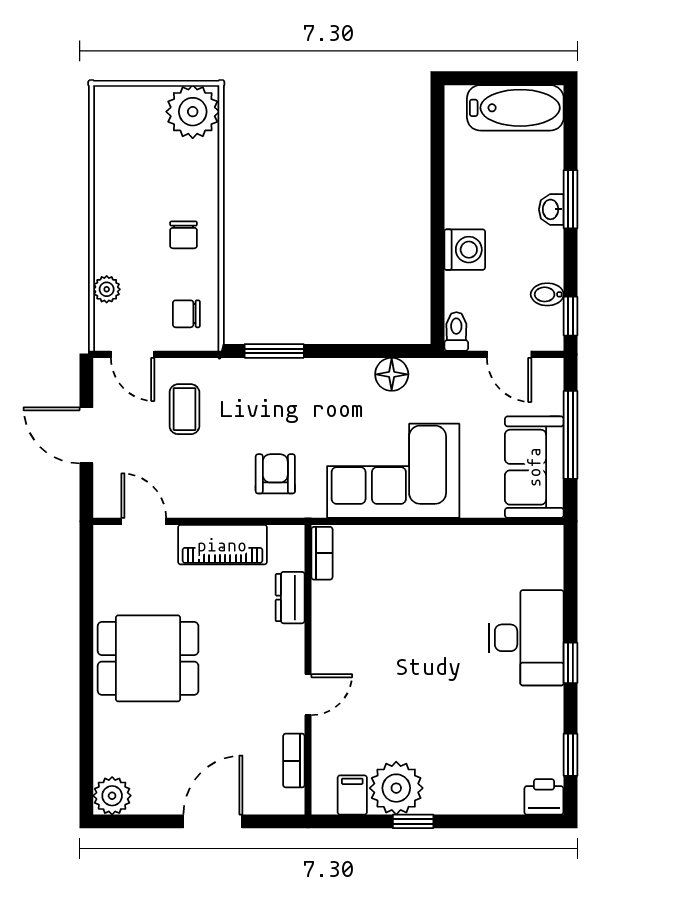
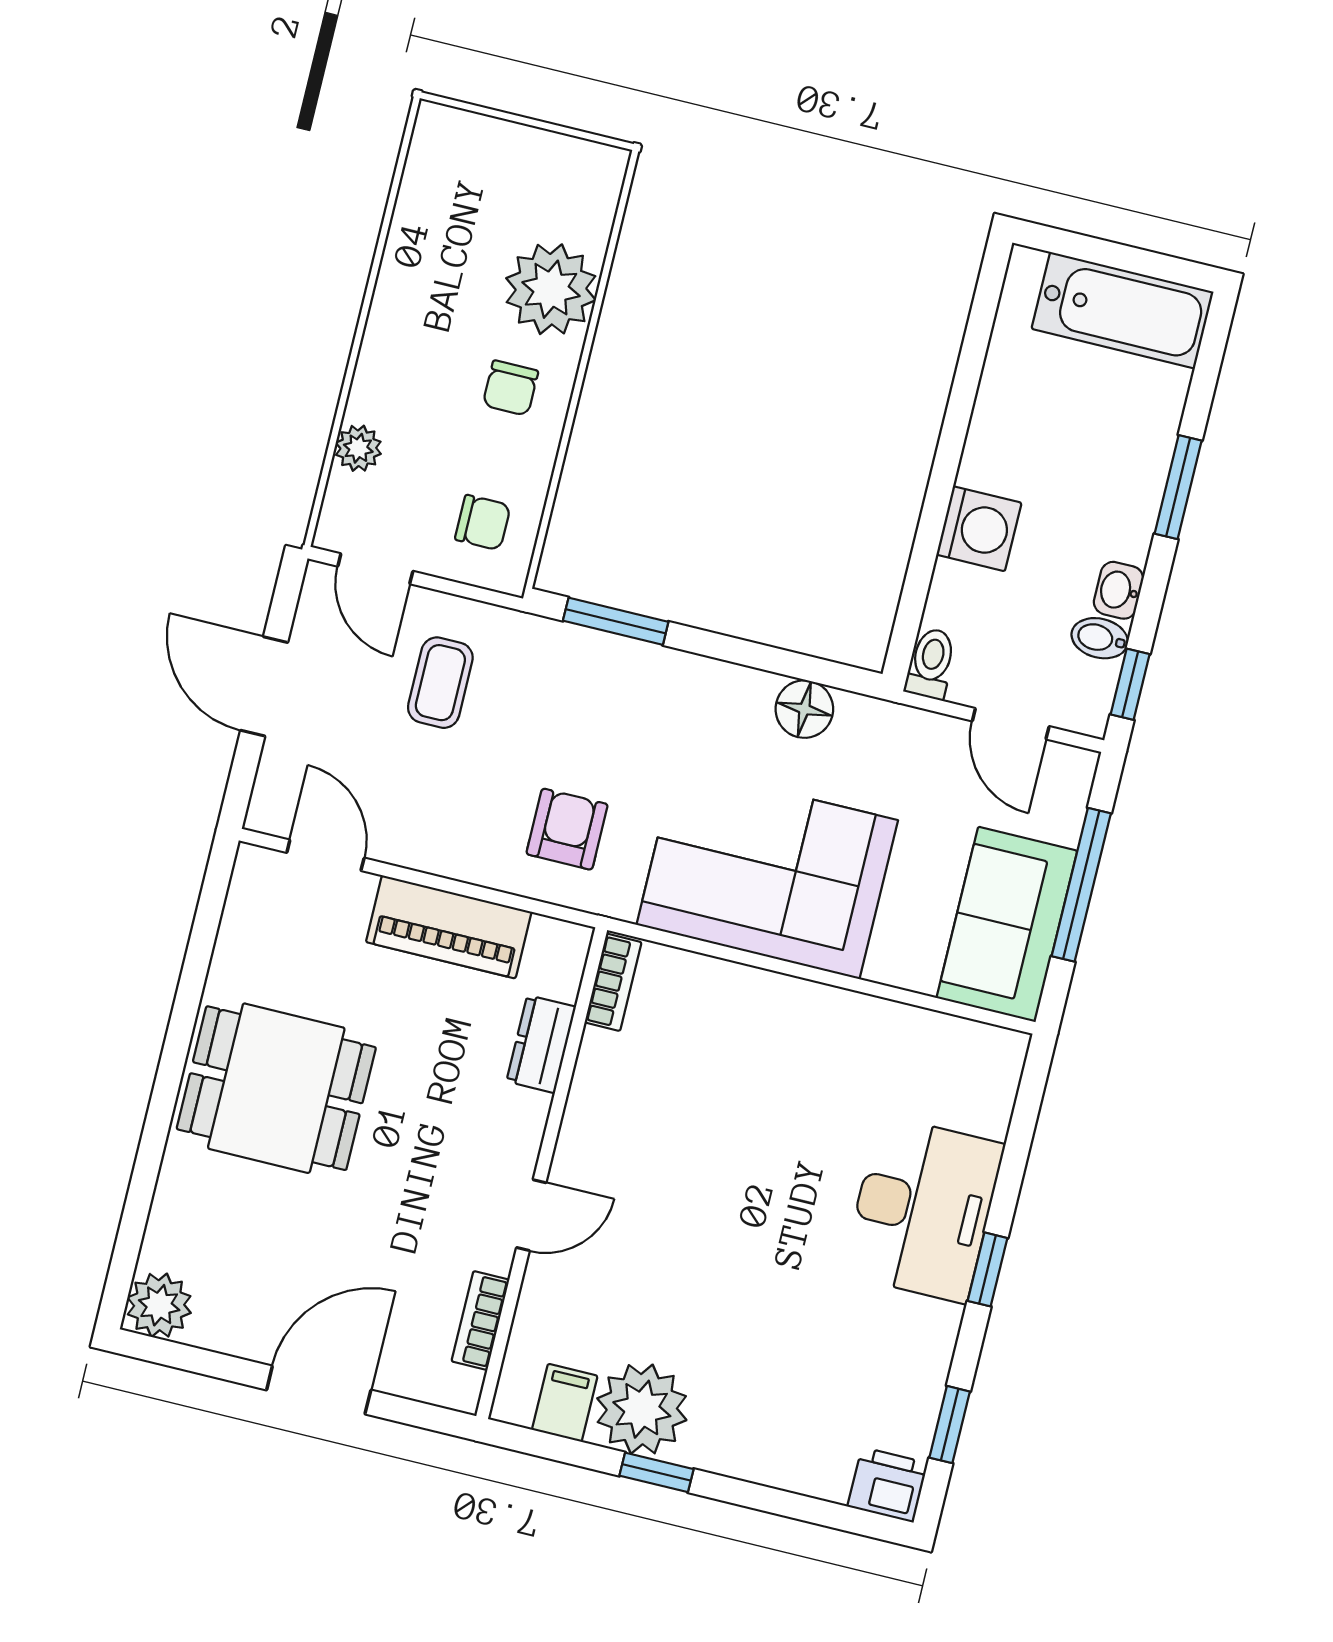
plant: (193, 112) -> (551, 289), moved
washbasin: (551, 209) -> (1119, 590), moved
chair: (186, 314) -> (483, 522), turned 180

